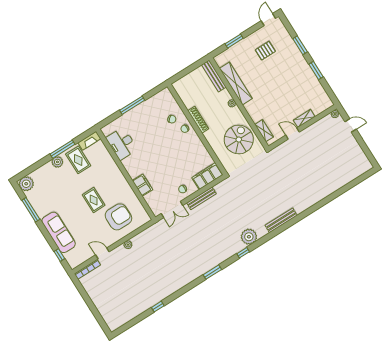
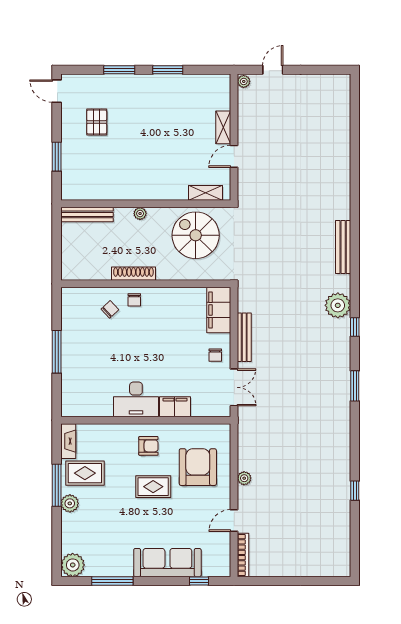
shelving: (236, 83) -> (116, 191), removed
desk: (122, 144) -> (136, 399), moved
armchair: (113, 184) -> (148, 446), added

